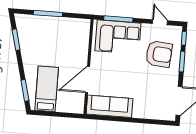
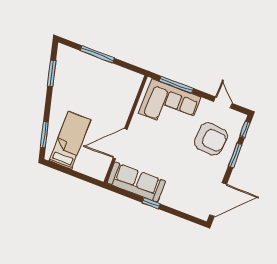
window: (126, 120) -> (151, 203), added

